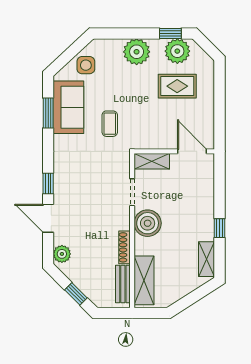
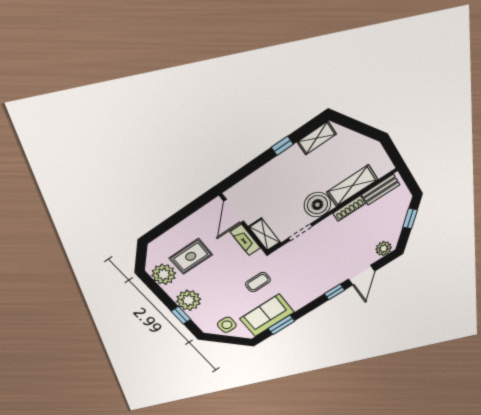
window: (170, 34) -> (181, 315), moved
rug: (177, 86) -> (191, 256), turned 90
fireplace: (159, 142) -> (245, 240), added
shelving: (144, 280) -> (352, 186), moved

